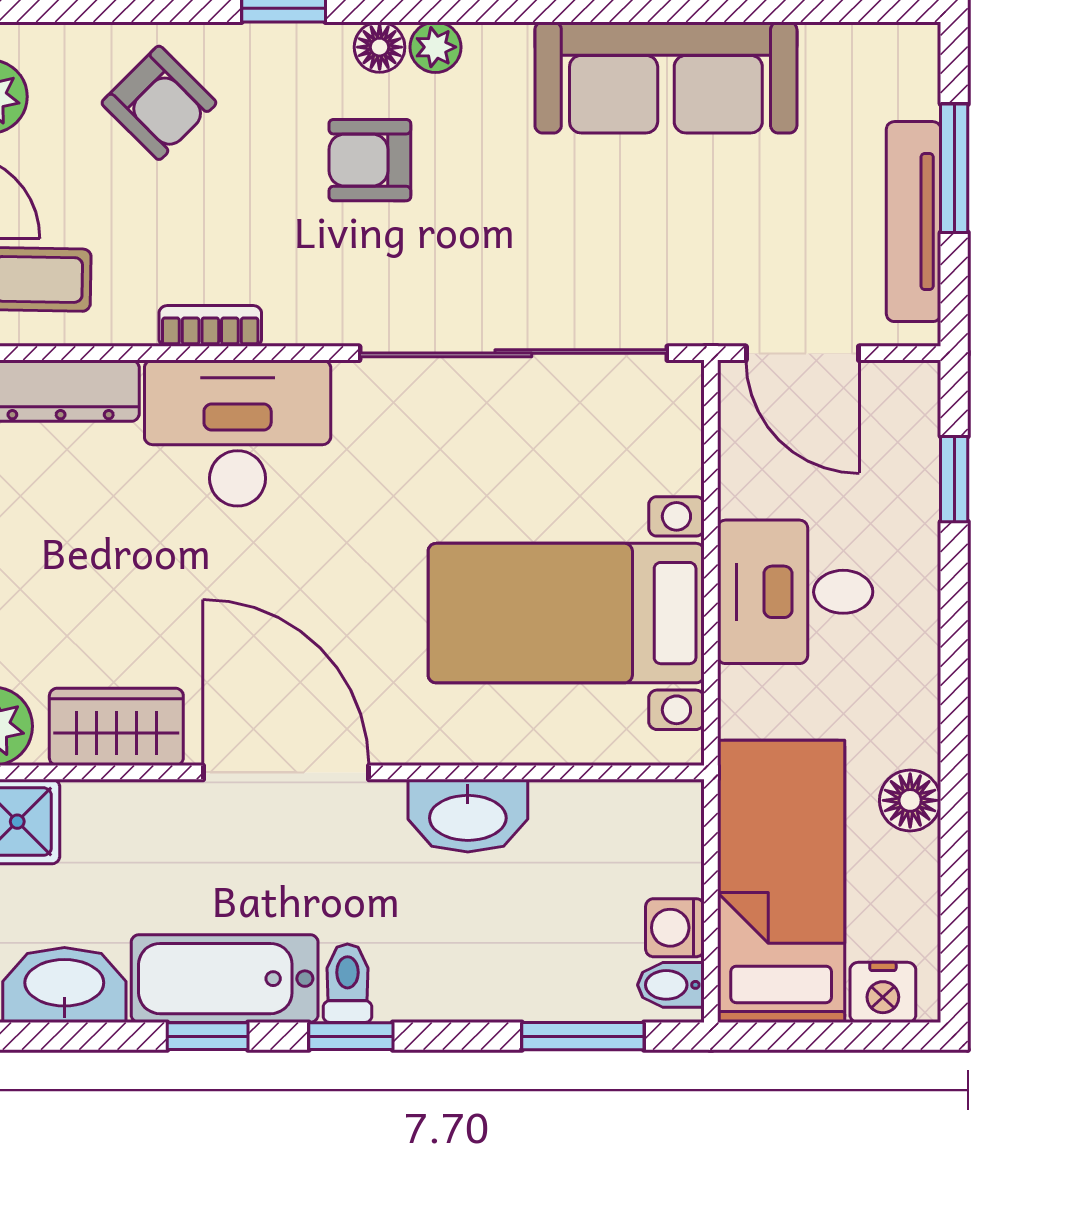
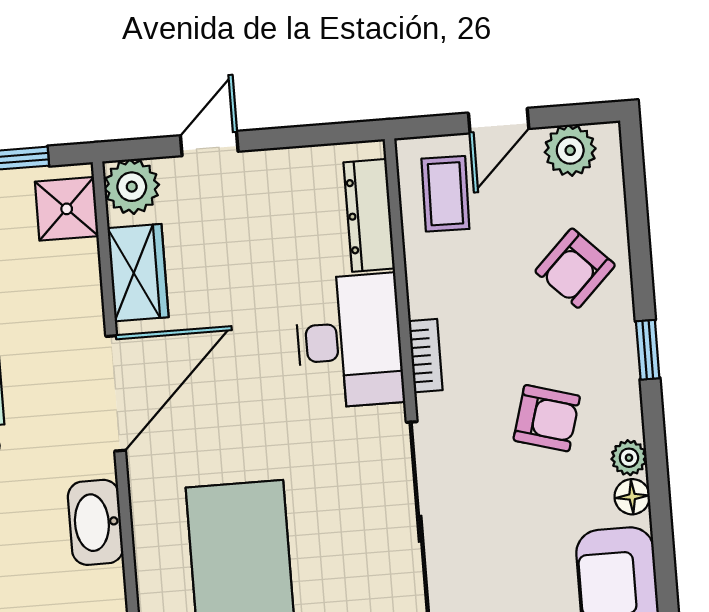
floor lamp: (380, 47) -> (632, 497), moved
armchair: (370, 160) -> (547, 418), turned 106
bookcase: (210, 326) -> (426, 356), moved

